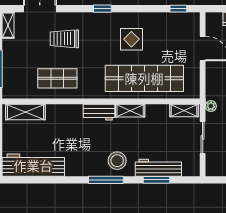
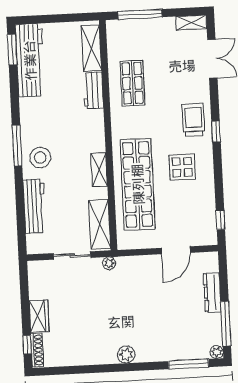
trolley: (64, 39) -> (193, 120), moved
shelving: (184, 110) -> (100, 224), width x1.50, depth x1.33
workbench: (99, 112) -> (93, 90), moved
window: (157, 180) -> (12, 50), moved

